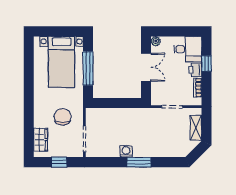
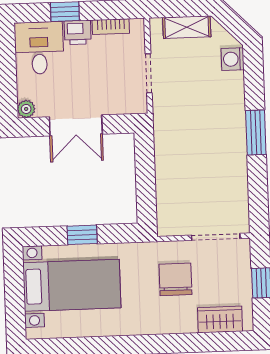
double door: (146, 67) -> (76, 125), swing flipped
window: (88, 68) -> (82, 235), width x0.46
chair: (63, 117) -> (175, 279), turned 90
washing machine: (126, 151) -> (233, 59), moved

